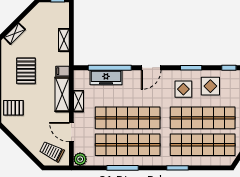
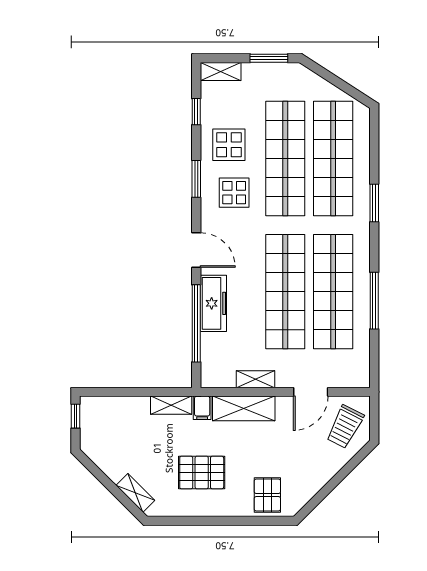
shelving: (64, 40) -> (171, 405), moved
freezer: (106, 77) -> (213, 303), moved
plant: (80, 159) -> (359, 376), removed

